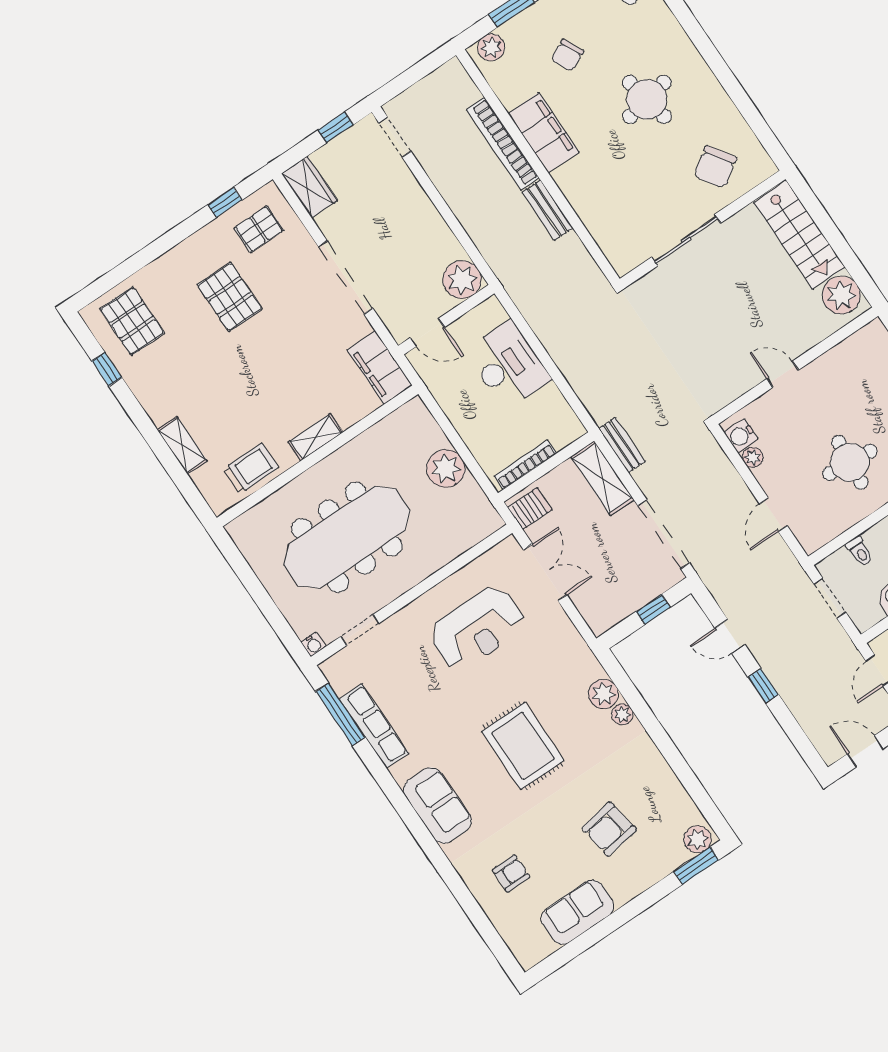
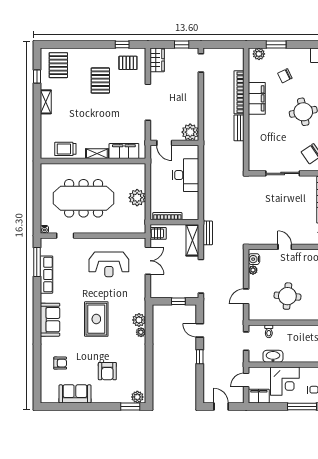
filing cabinet: (380, 368) -> (124, 151), moved, turned 90
shelving: (182, 445) -> (46, 102), moved
trolley: (251, 468) -> (65, 149), turned 180
armchair: (609, 829) -> (107, 371), turned -81

